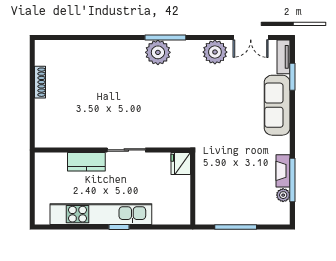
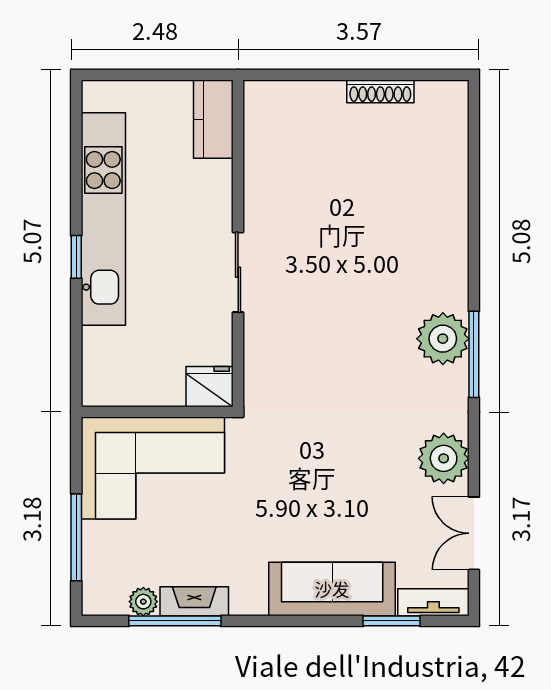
kitchen counter: (86, 162) -> (213, 119), moved
corner sofa: (220, 191) -> (153, 468), added
window: (236, 227) -> (76, 537), moved

